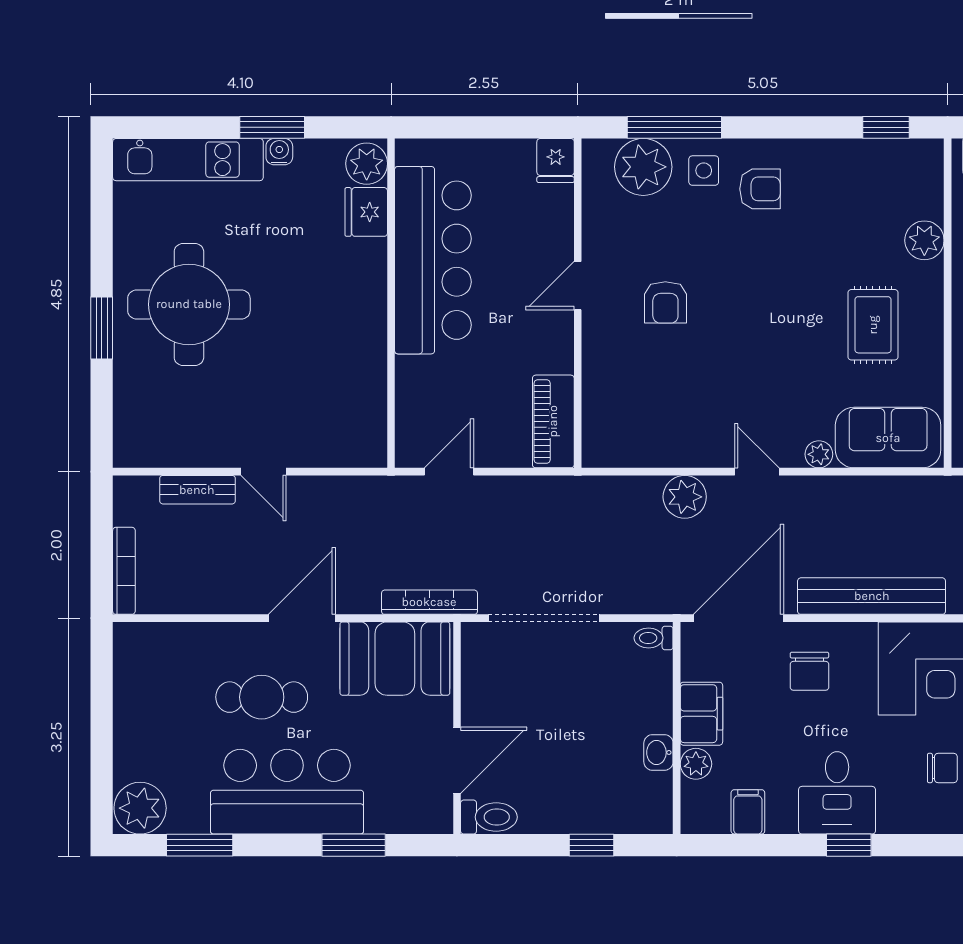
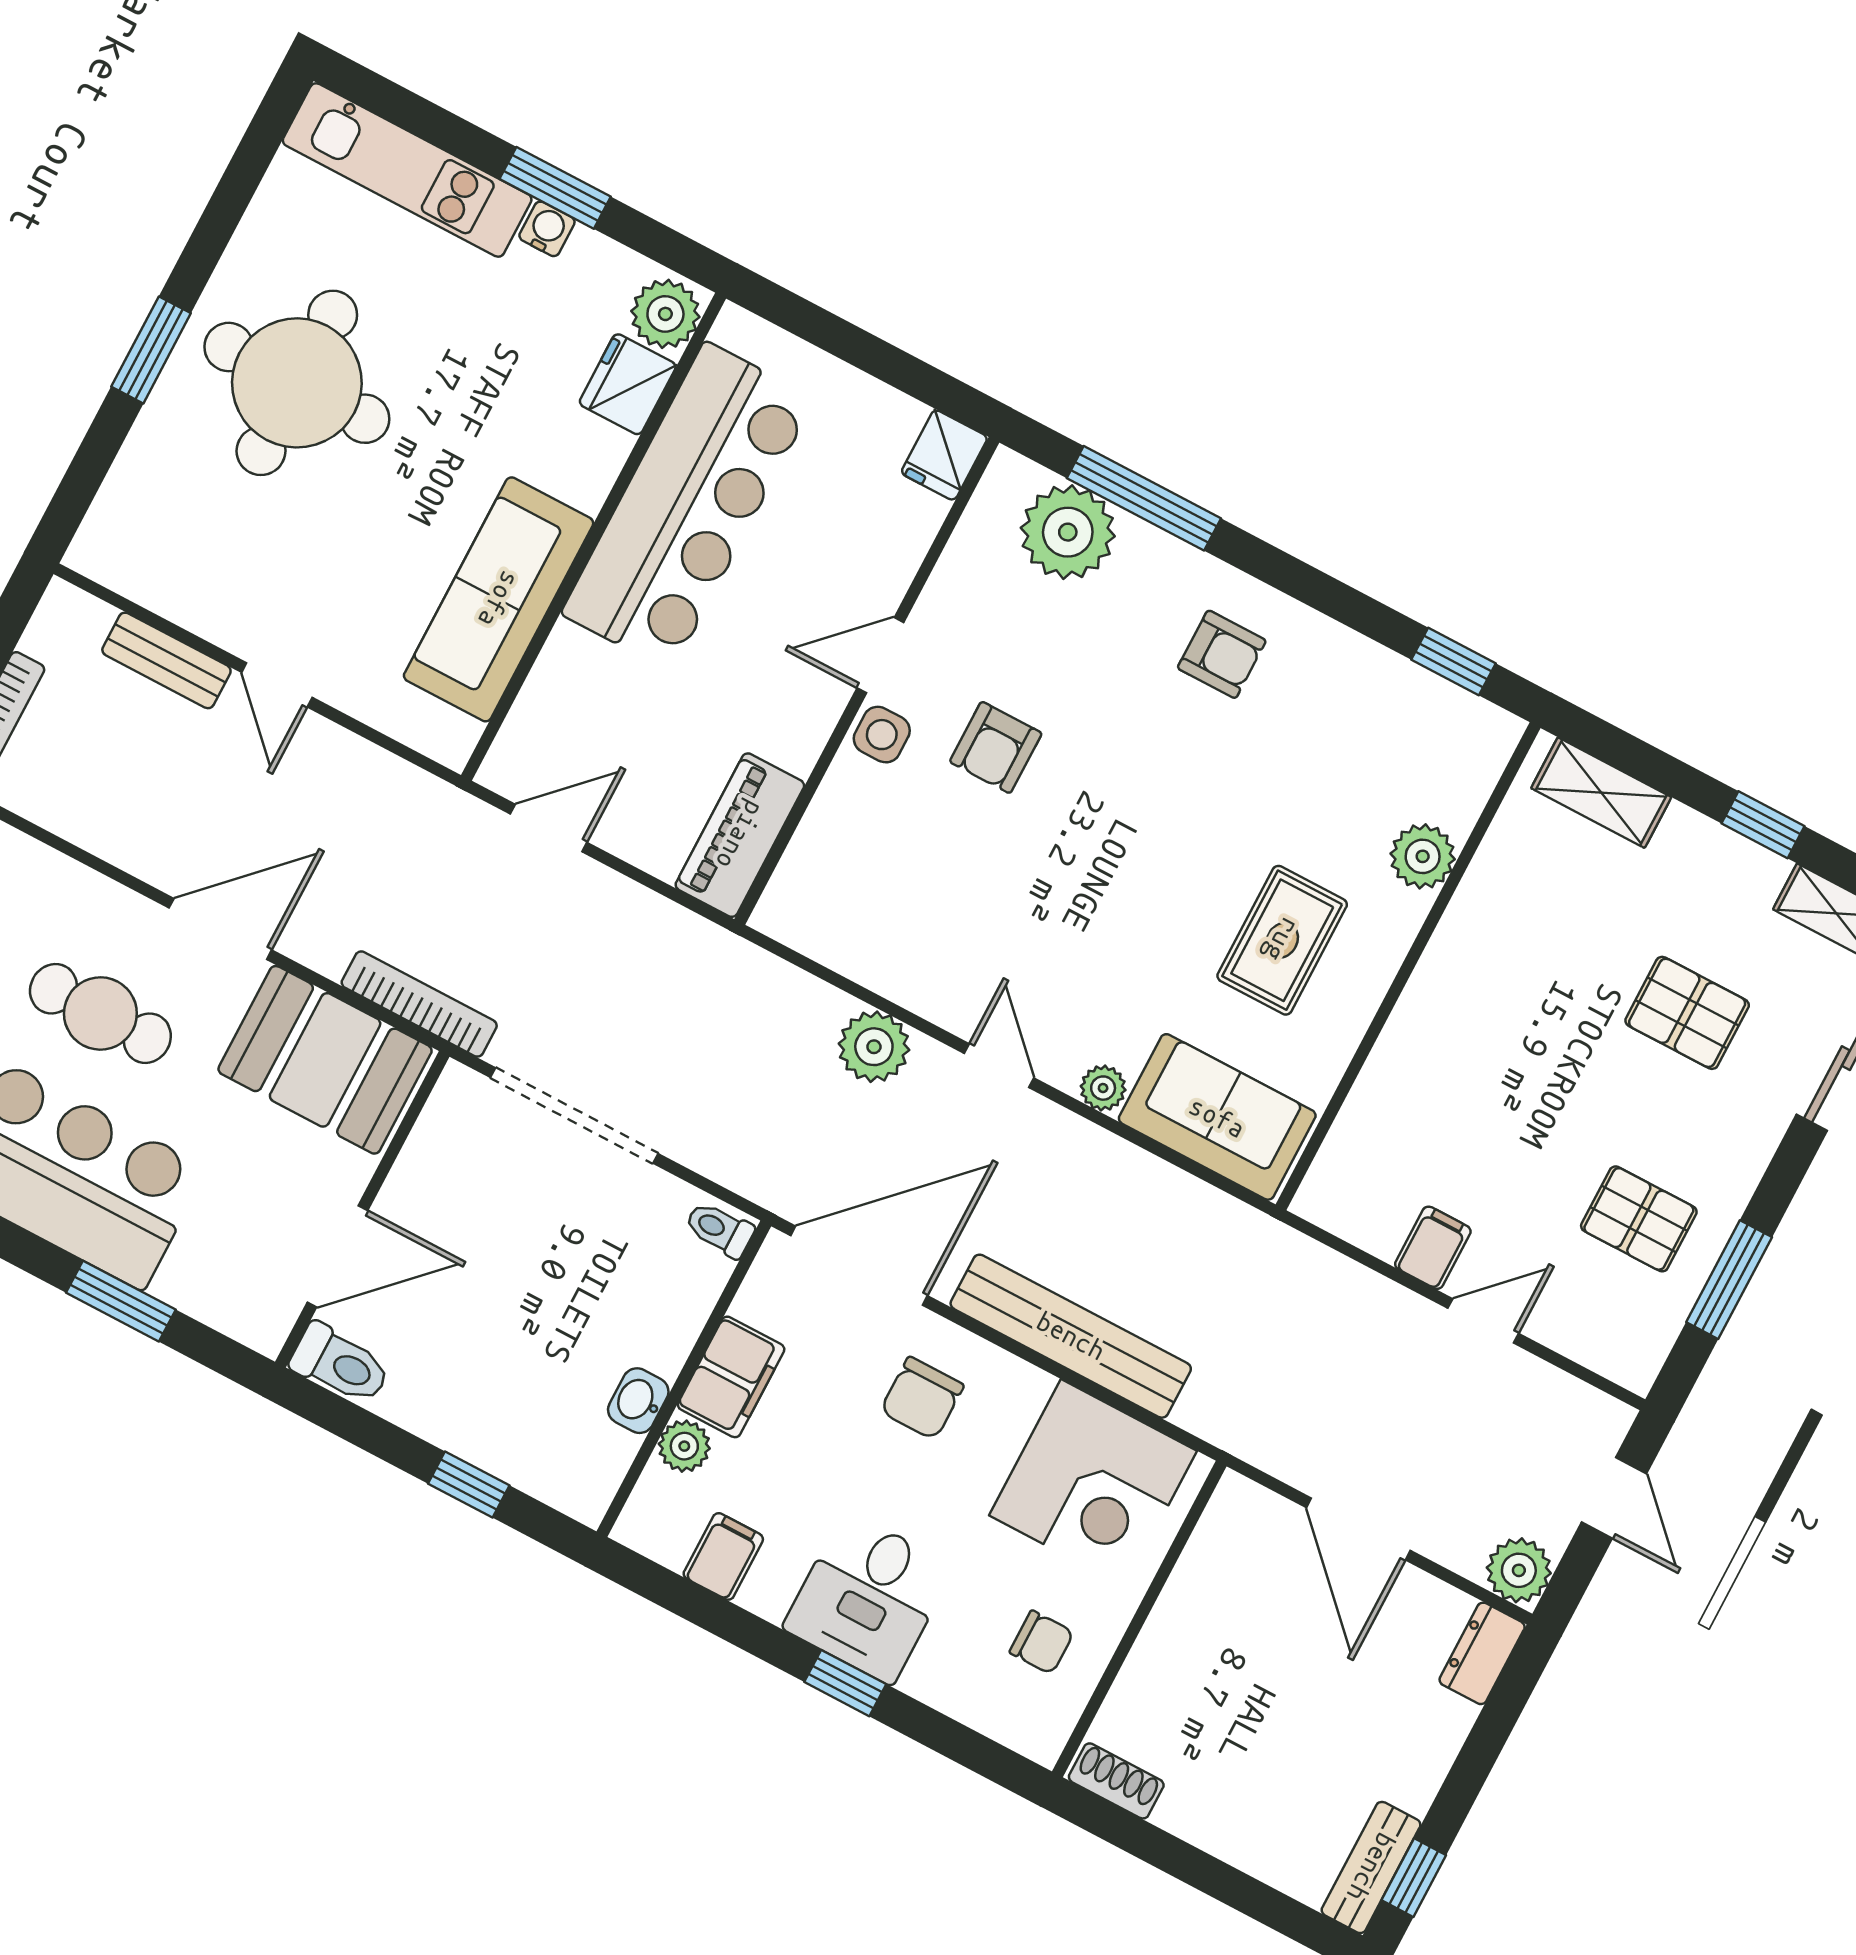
side table: (704, 171) -> (882, 735), moved
sofa: (358, 363) -> (499, 599), added

